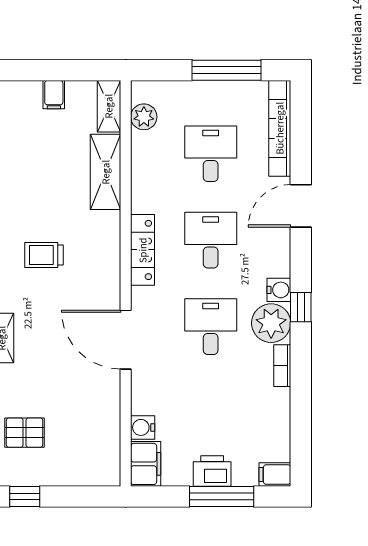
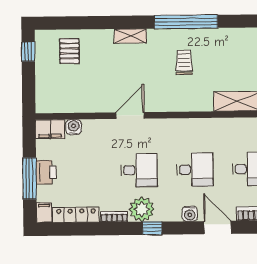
locker: (143, 250) -> (76, 215), moved, turned 180
water cooler: (279, 290) -> (190, 214), moved
door: (126, 340) -> (130, 116), width x0.73

